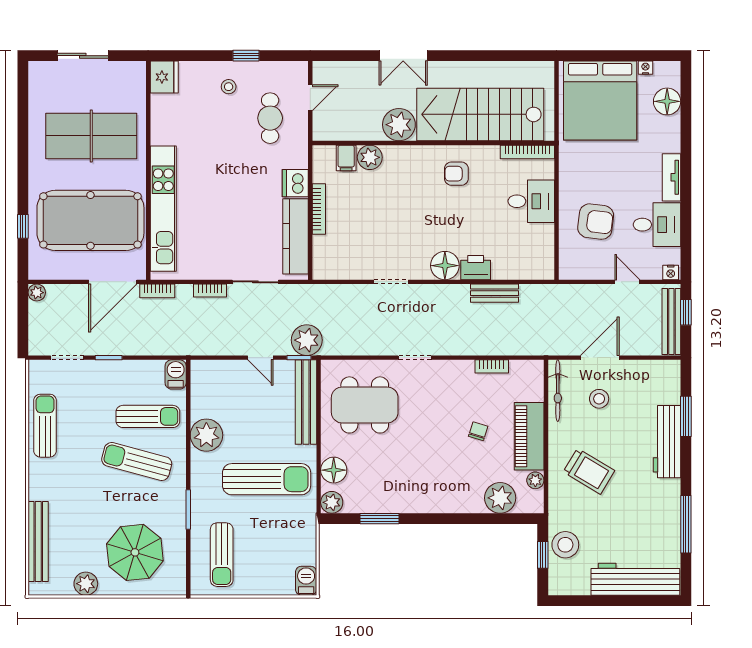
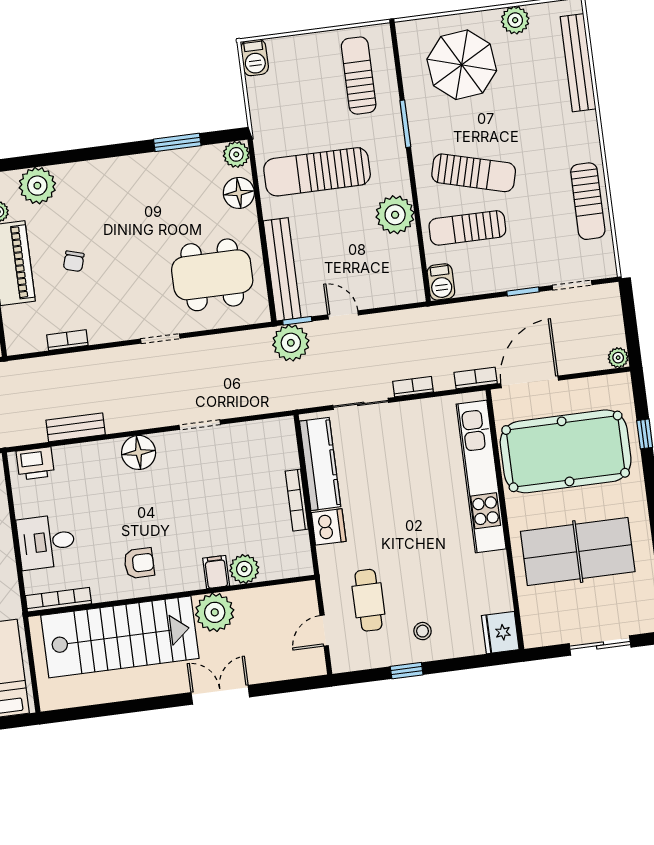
filing cabinet: (346, 158) -> (216, 572), moved
printer: (476, 268) -> (35, 463), moved

